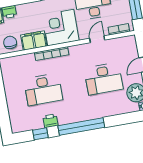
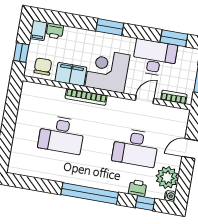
printer: (50, 121) -> (138, 188), moved
window: (40, 134) -> (145, 203), moved

